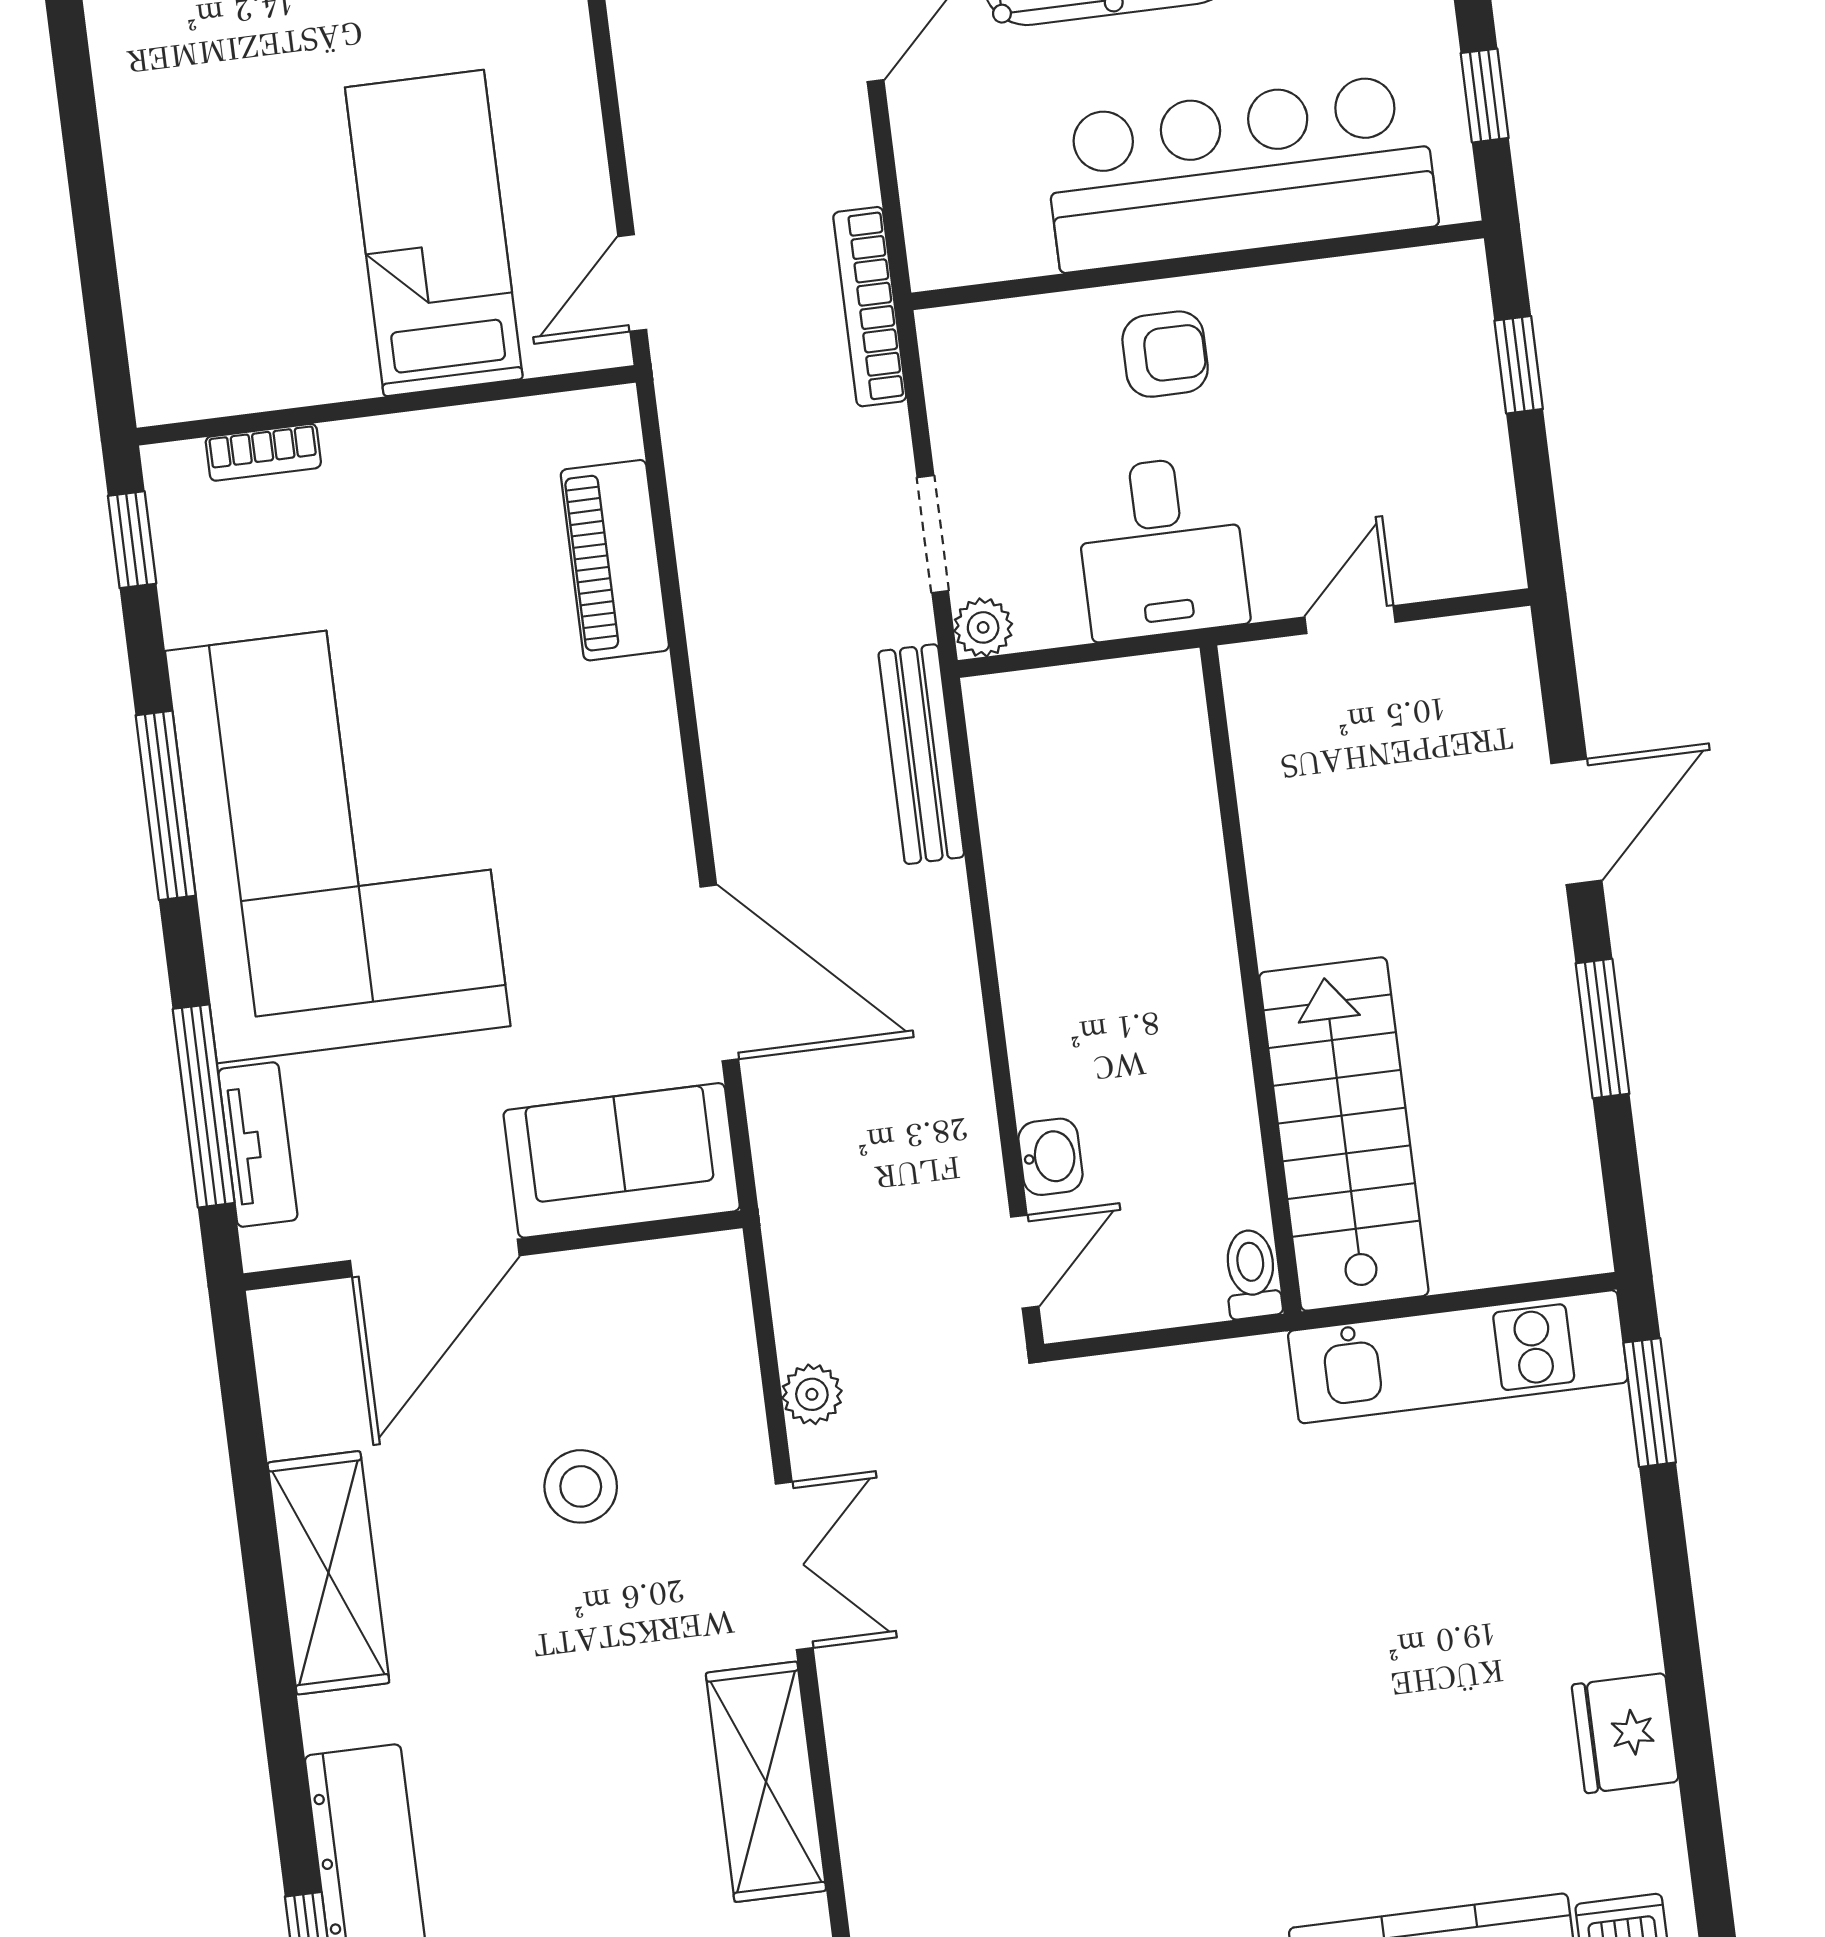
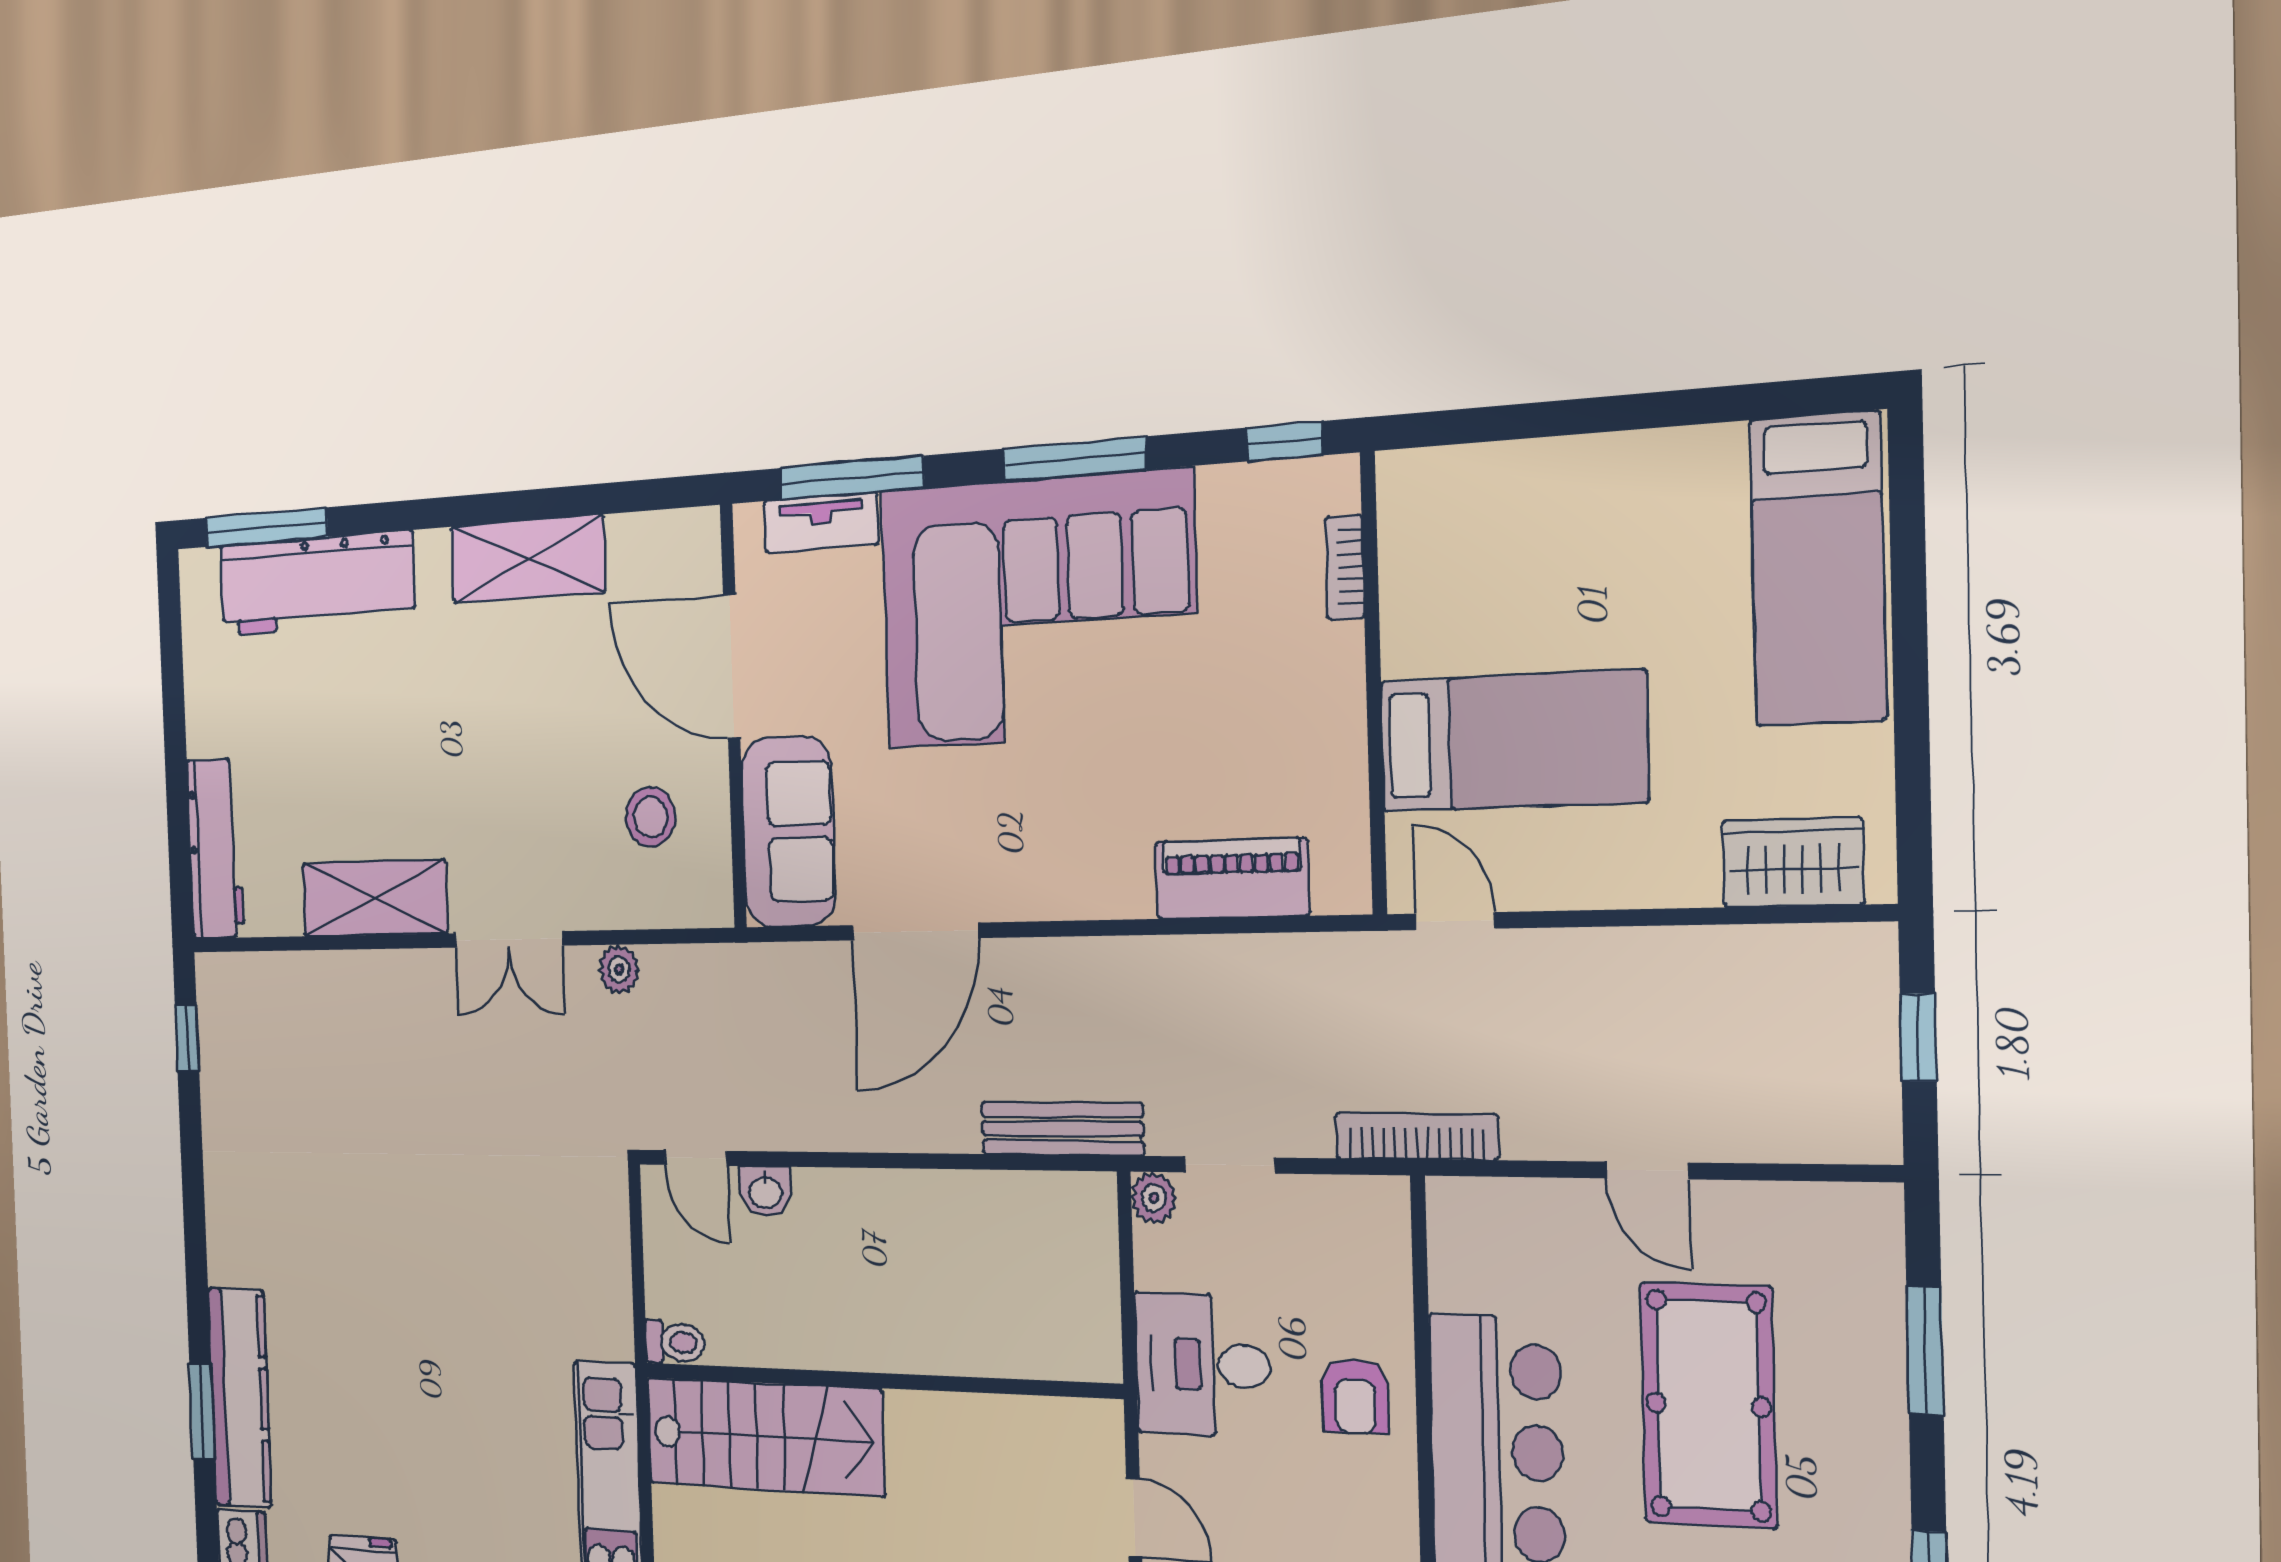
stool: (581, 1486) -> (651, 817), moved

